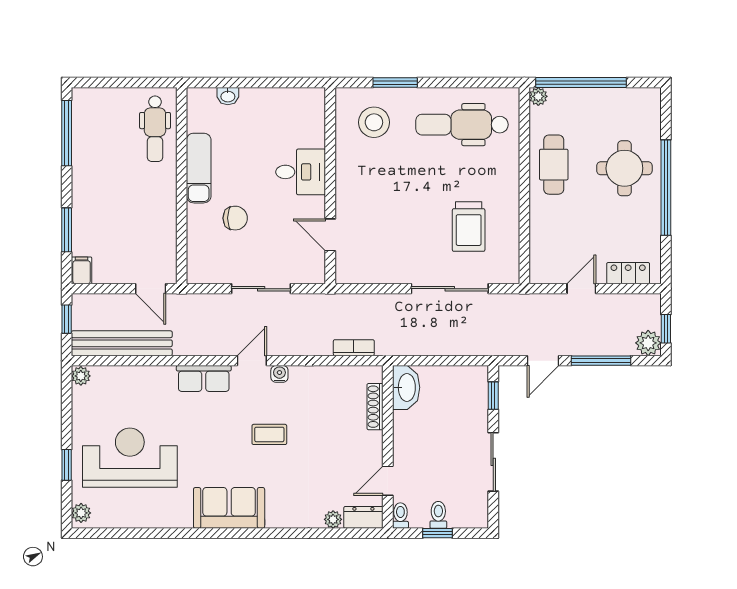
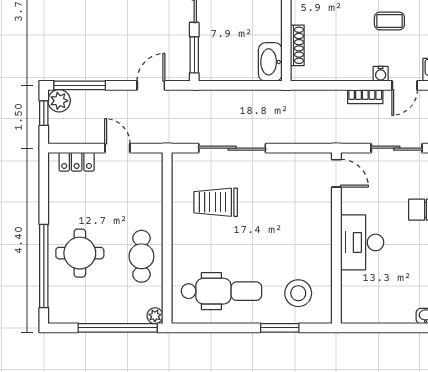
desk: (301, 172) -> (362, 242), width x1.37
window: (666, 188) -> (44, 266), moved
trolley: (469, 227) -> (216, 202), turned -90
door: (330, 235) -> (336, 173), moved
door: (581, 289) -> (117, 148), swing flipped
bookcase: (354, 348) -> (365, 97), moved
window: (601, 361) -> (80, 85), moved
window: (493, 396) -> (194, 55), width x1.50

